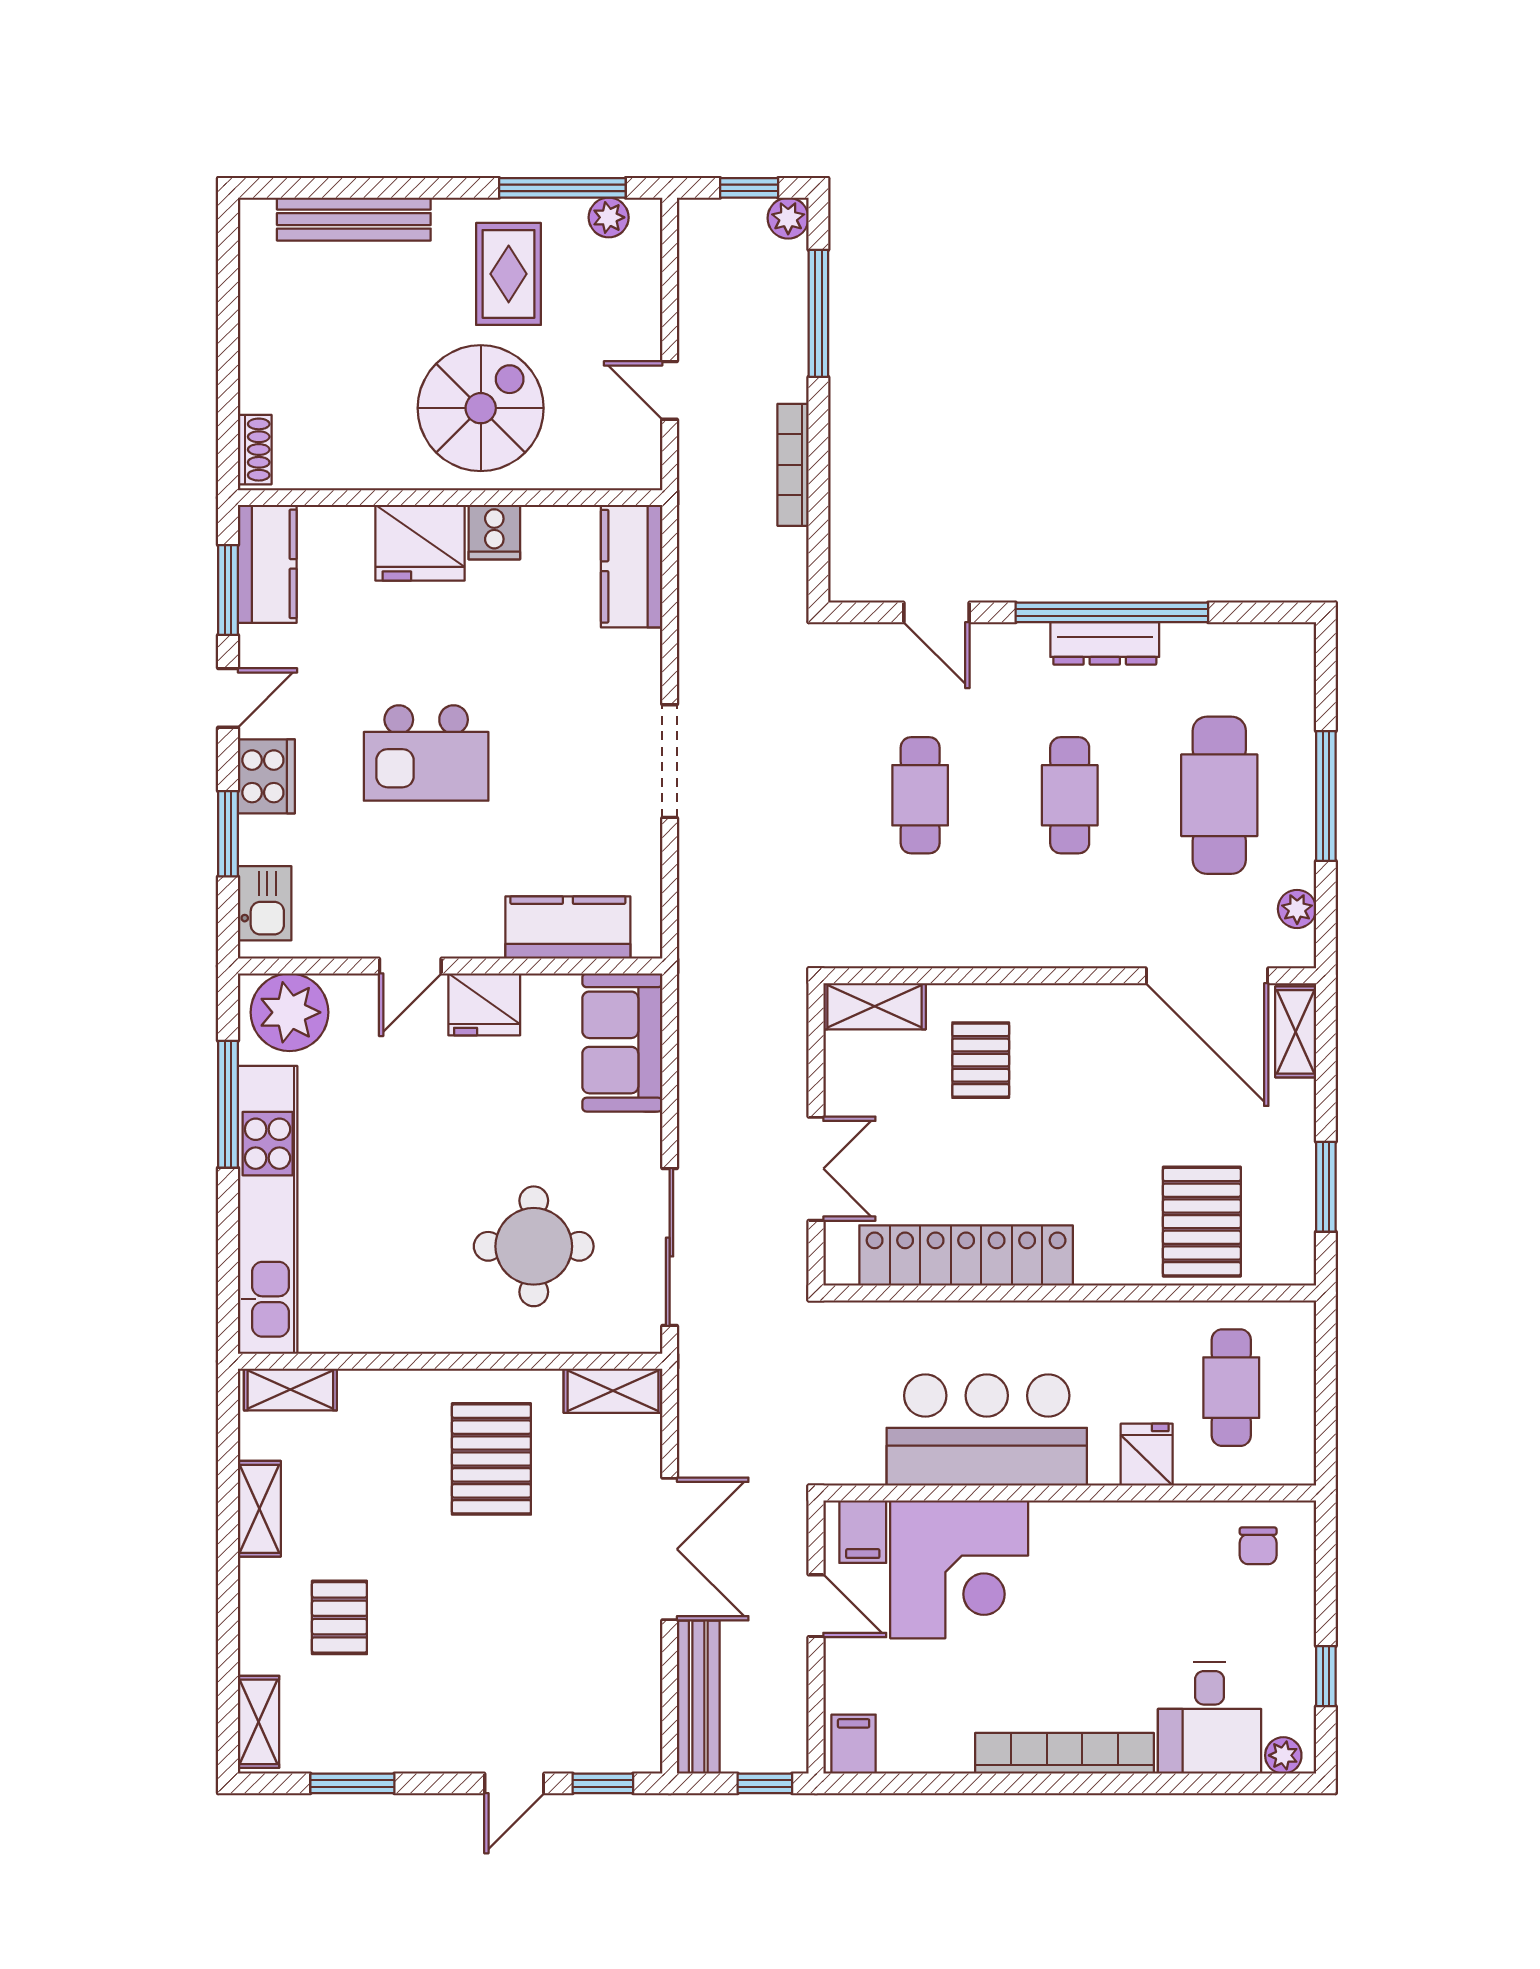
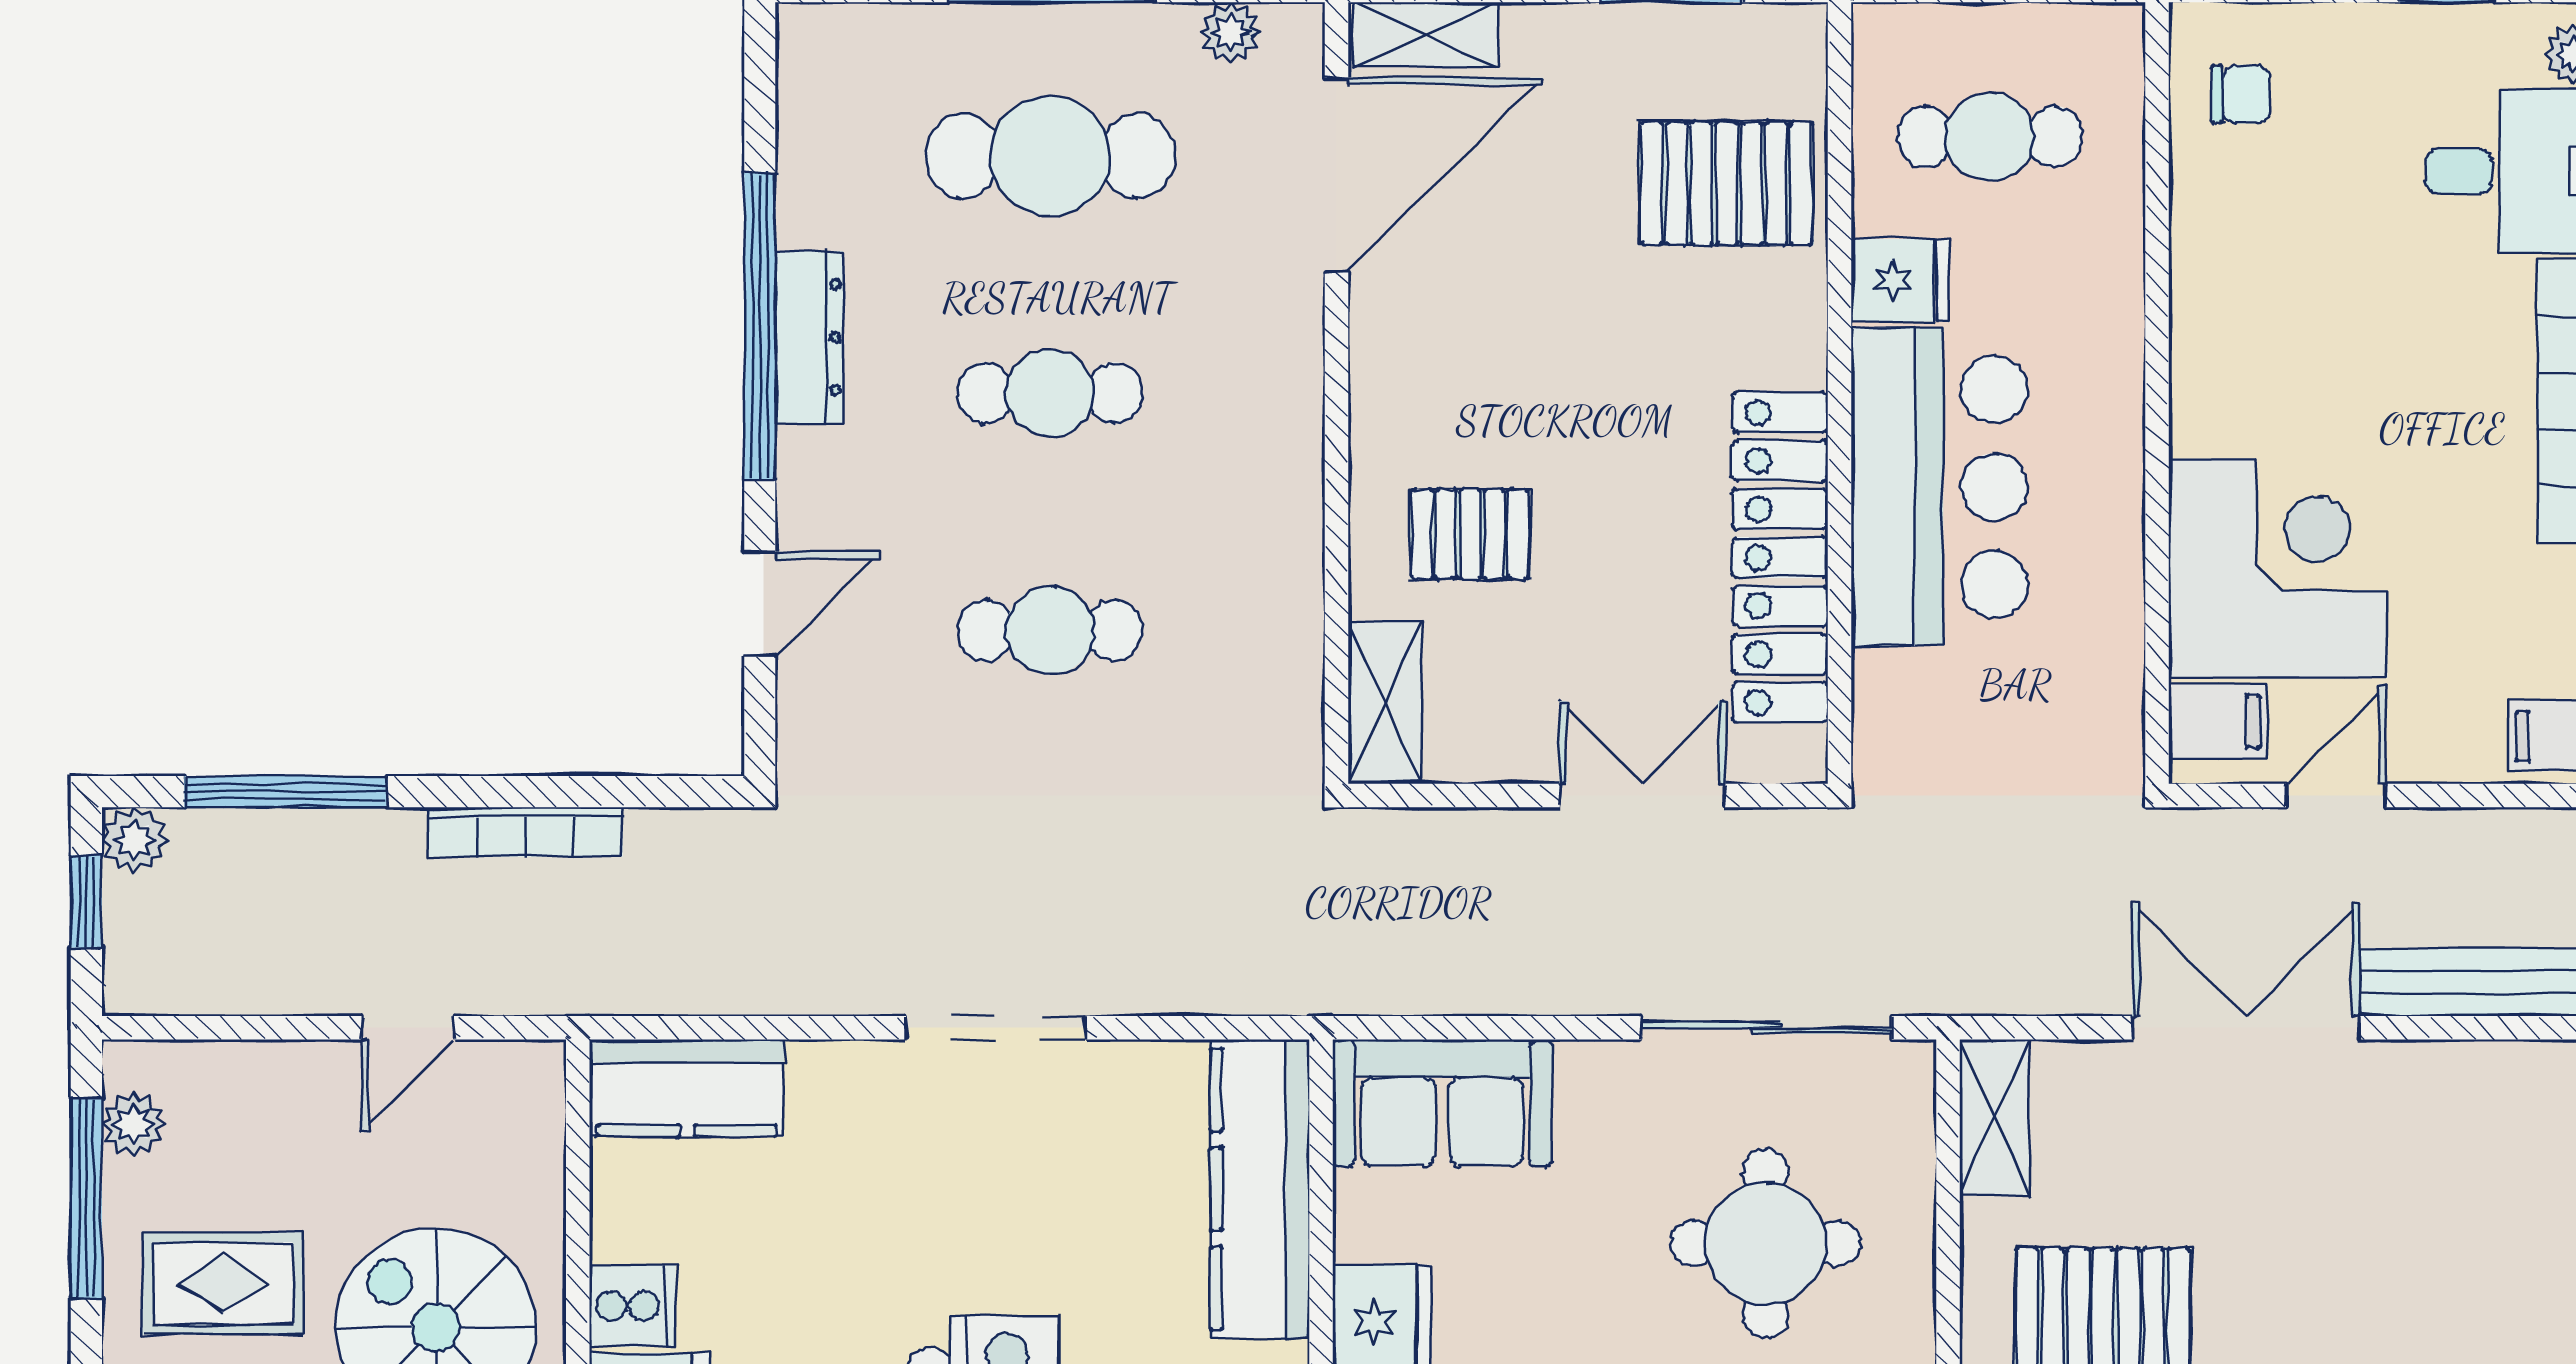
kitchen counter: (568, 928) -> (1260, 1189), width x1.50
bar counter: (987, 1430) -> (1939, 487), moved, turned 180
fridge: (1147, 1455) -> (1900, 280), moved, turned 180

